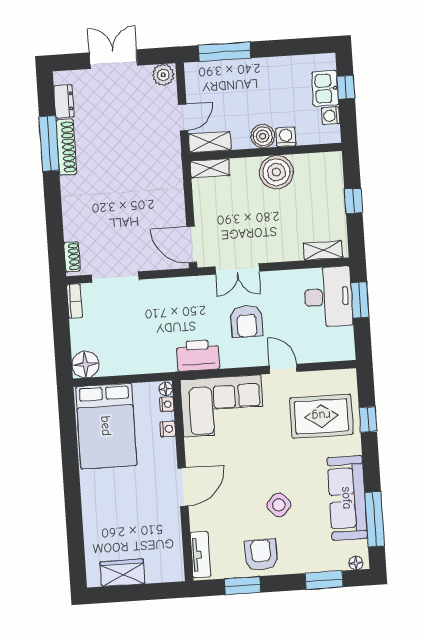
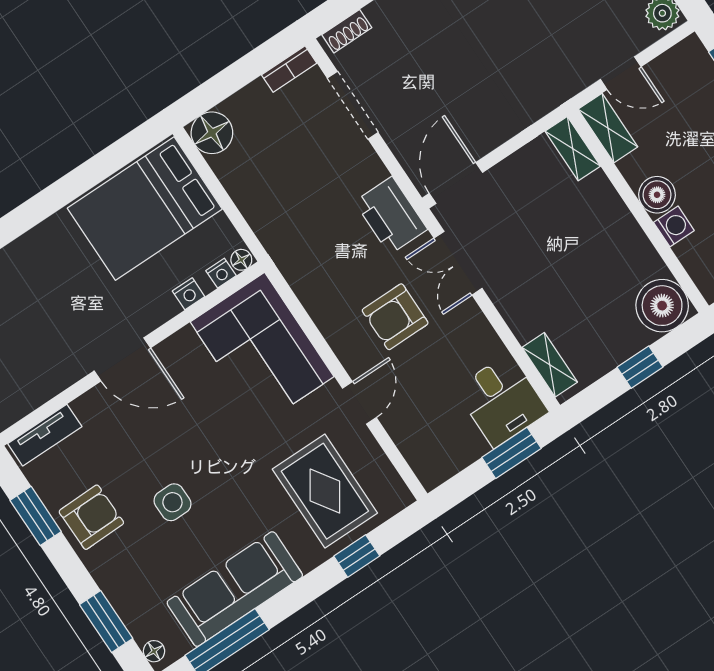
boiler: (276, 172) -> (662, 306), moved
desk: (328, 297) -> (502, 401), width x0.73
printer: (198, 356) -> (391, 215), moved, turned 180
side table: (279, 505) -> (172, 502), turned 45

